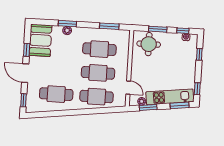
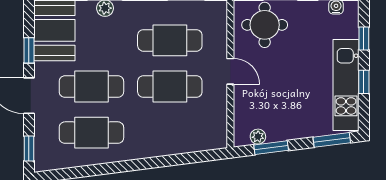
door: (128, 88) -> (230, 71), moved
window: (197, 89) -> (364, 82), moved
cafe table: (97, 97) -> (91, 87), moved
kitchen unit: (170, 97) -> (346, 85), moved, turned -83

